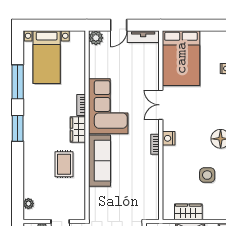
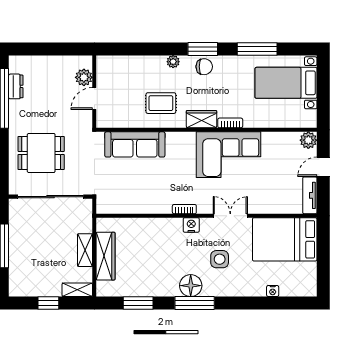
door: (119, 25) -> (323, 167), hinge flipped
chair: (33, 127) -> (204, 67), added
sofa: (100, 161) -> (135, 144), moved
side table: (207, 175) -> (220, 259), moved
plant: (28, 204) -> (173, 62), moved
wardrobe: (188, 212) -> (106, 256), width x1.50

